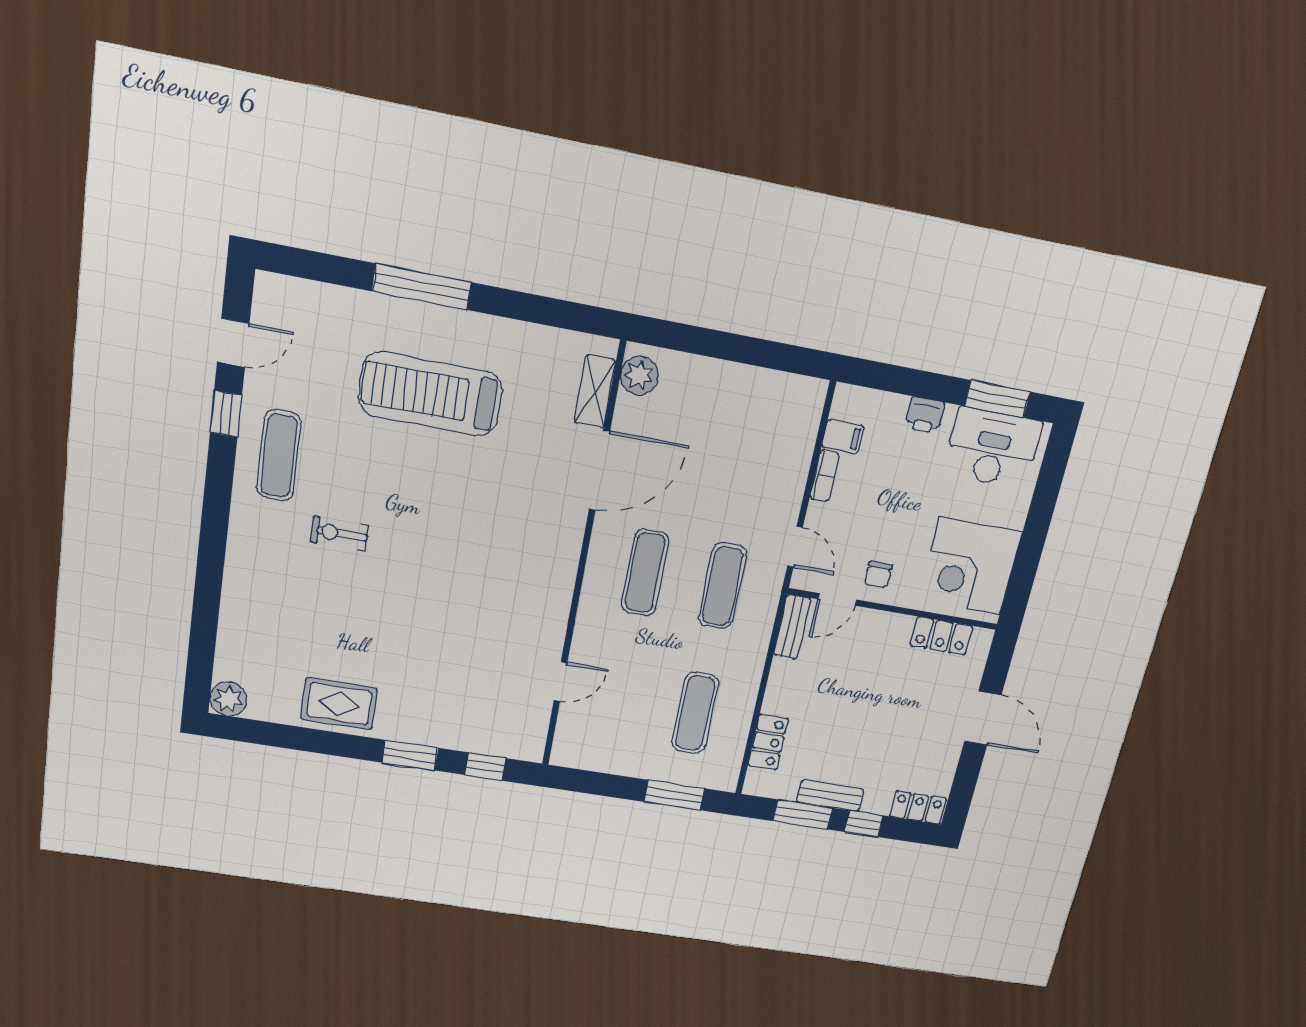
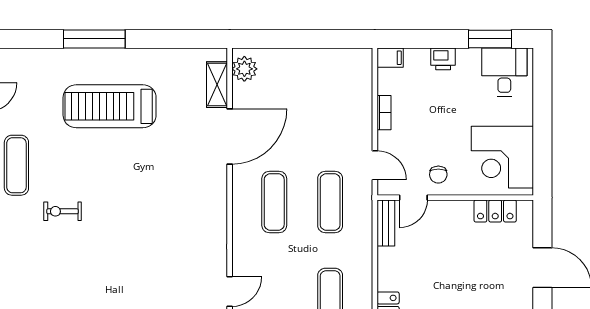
filing cabinet: (843, 437) -> (390, 58), moved
desk: (993, 448) -> (504, 72), width x0.73

